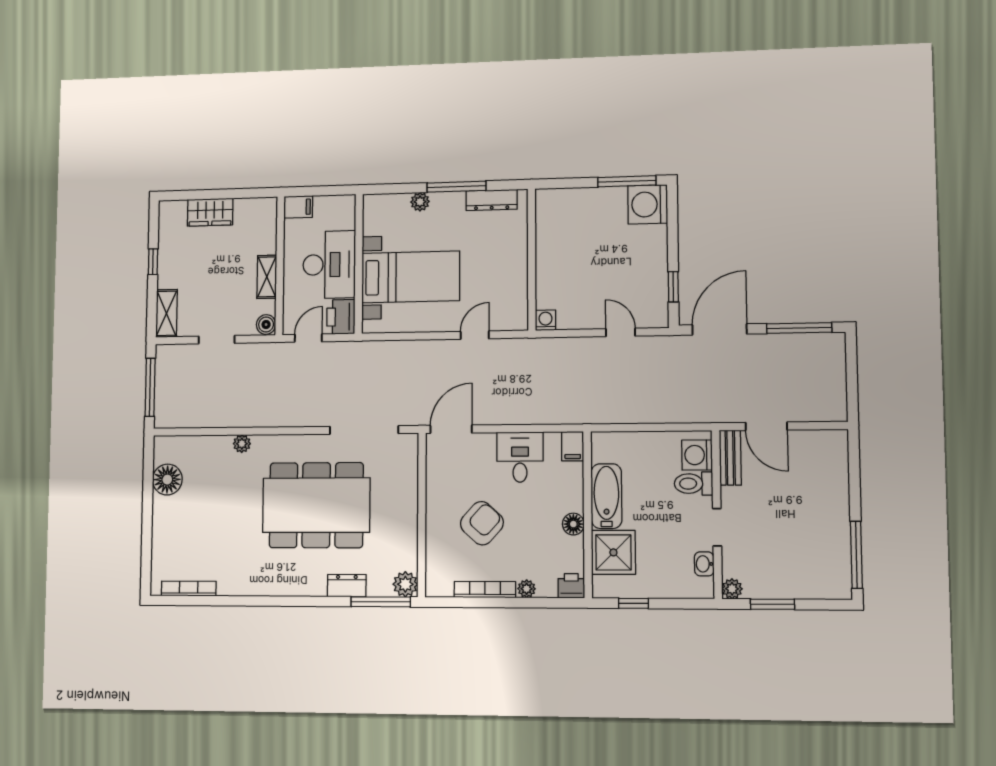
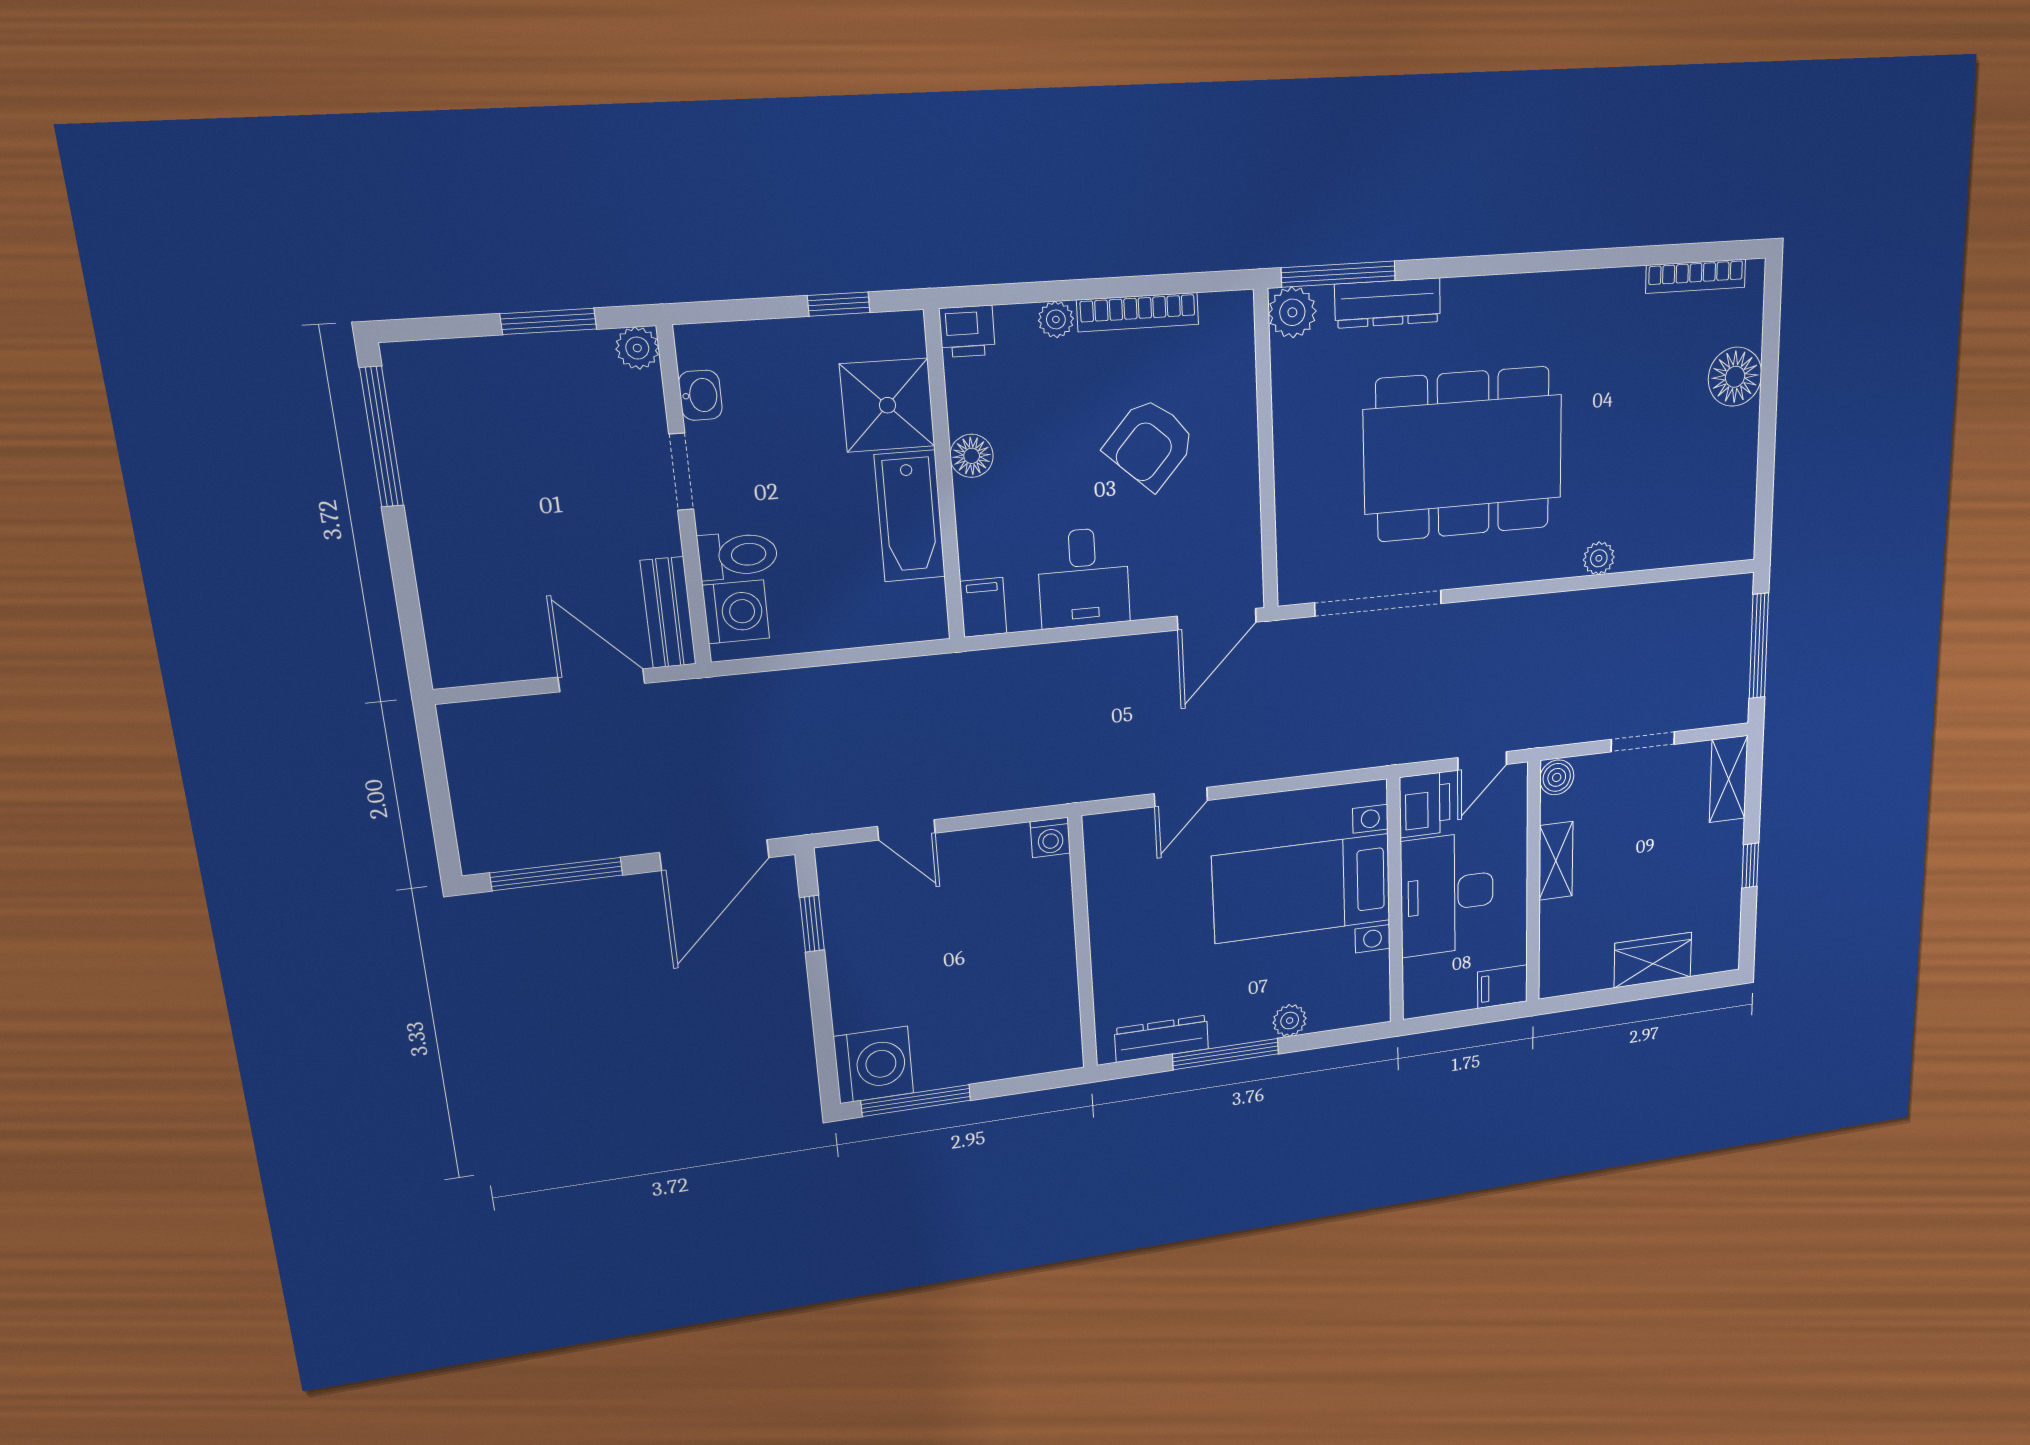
floor lamp: (167, 480) -> (1735, 377), moved
dresser: (347, 586) -> (1388, 303), width x1.44

